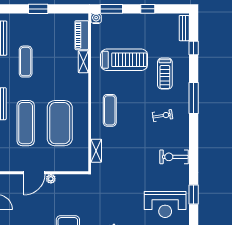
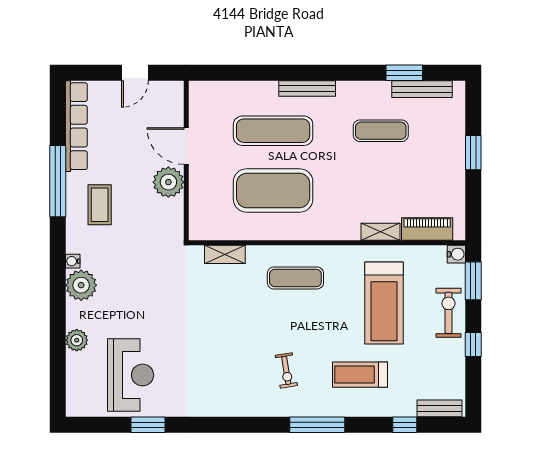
exercise bike: (174, 157) -> (448, 313), moved
plant: (51, 179) -> (168, 182), width x1.88, depth x1.88
reception desk: (165, 204) -> (131, 375), turned 180

